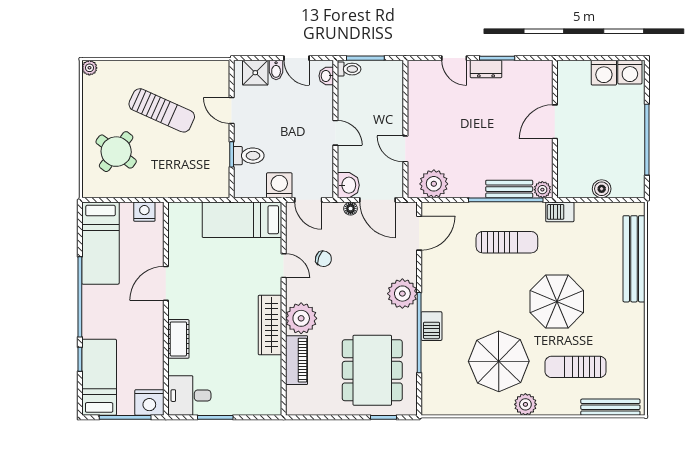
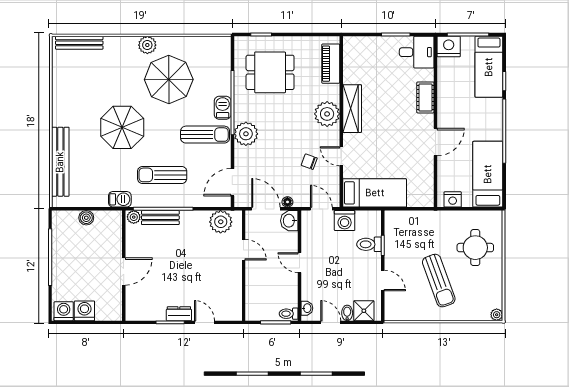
sun lounger: (162, 110) -> (439, 281), turned -134
round table: (116, 152) -> (475, 248), turned -37
piano: (296, 360) -> (331, 64), moved
sun lounger: (576, 367) -> (205, 135), moved
dining table: (372, 370) -> (270, 72), width x0.73

